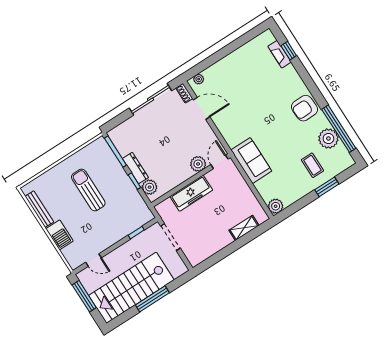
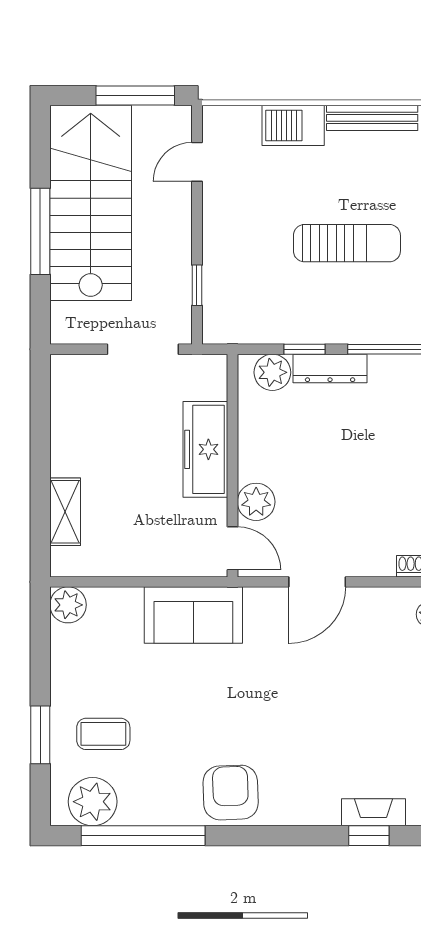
door: (202, 108) -> (317, 582), moved
plant: (328, 139) -> (93, 802), moved

